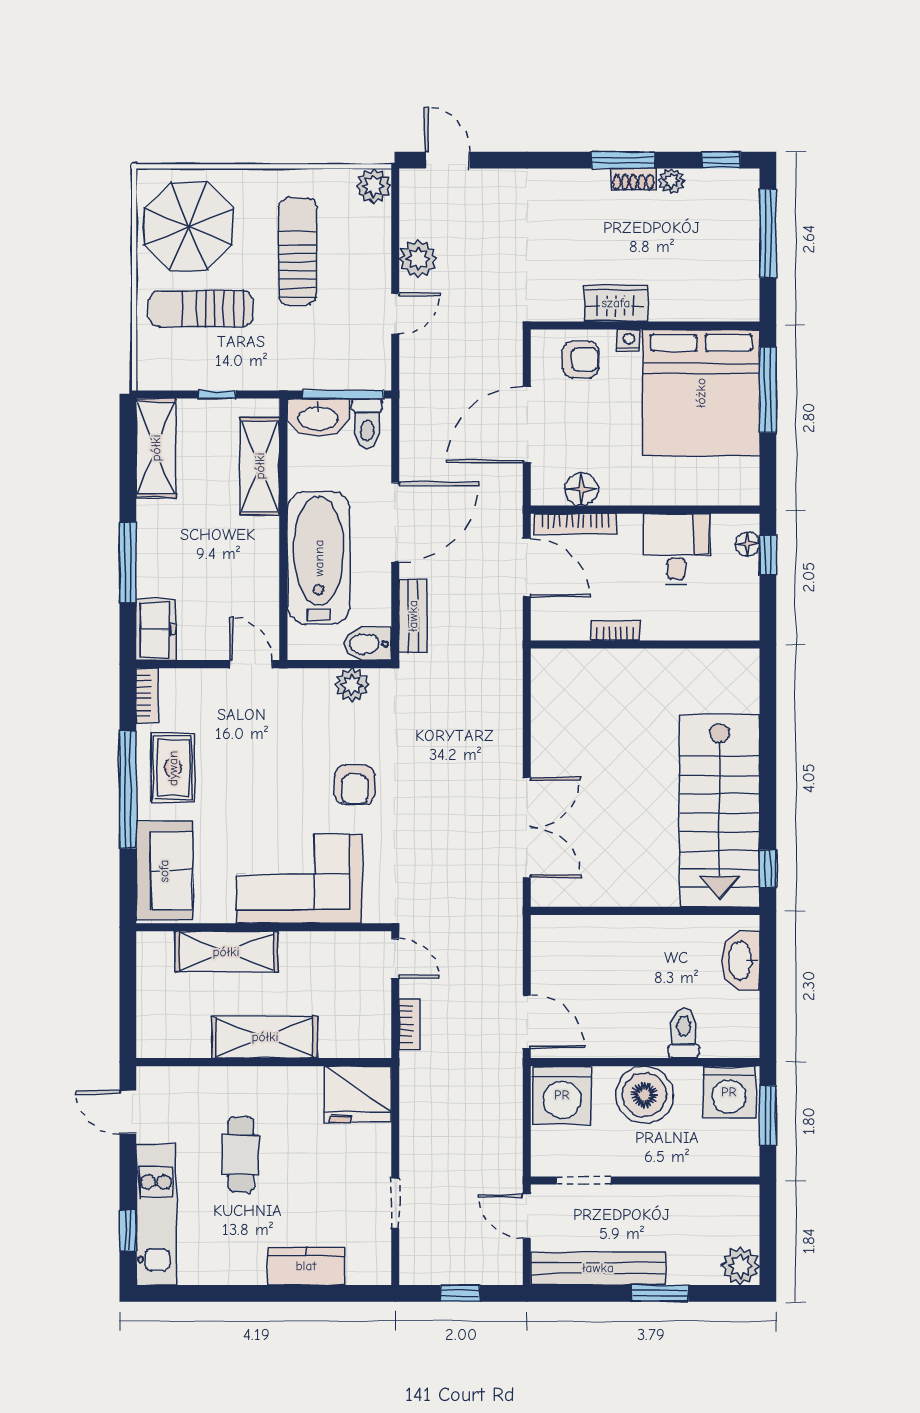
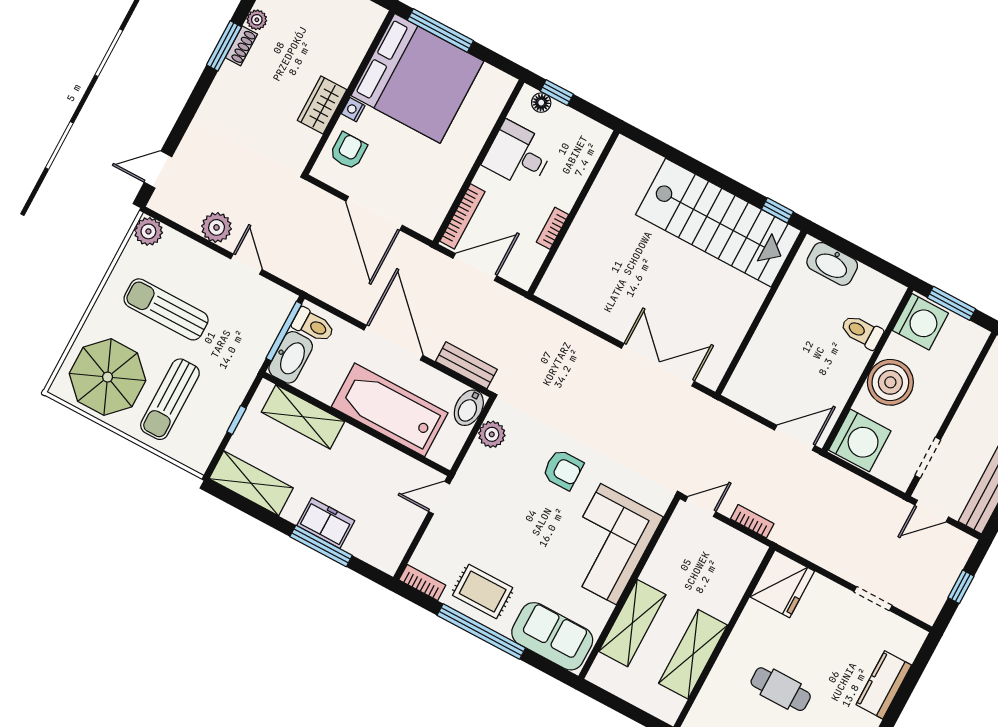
floor lamp: (581, 489) -> (440, 199), removed
freezer: (156, 630) -> (326, 523), moved
shelving: (265, 1037) -> (693, 654), moved

